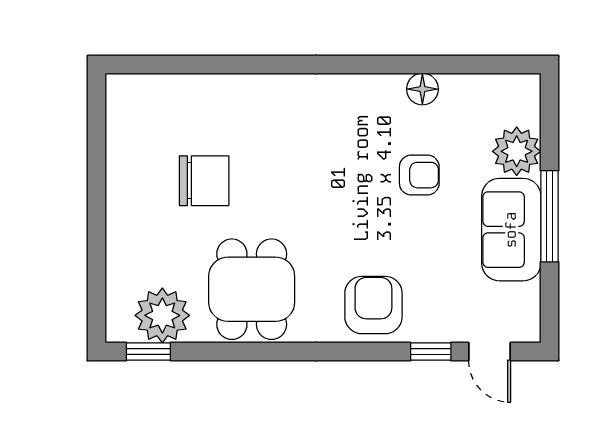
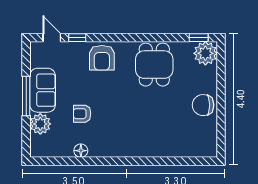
chair: (204, 181) -> (203, 105), moved
plant: (162, 315) -> (205, 53), moved

